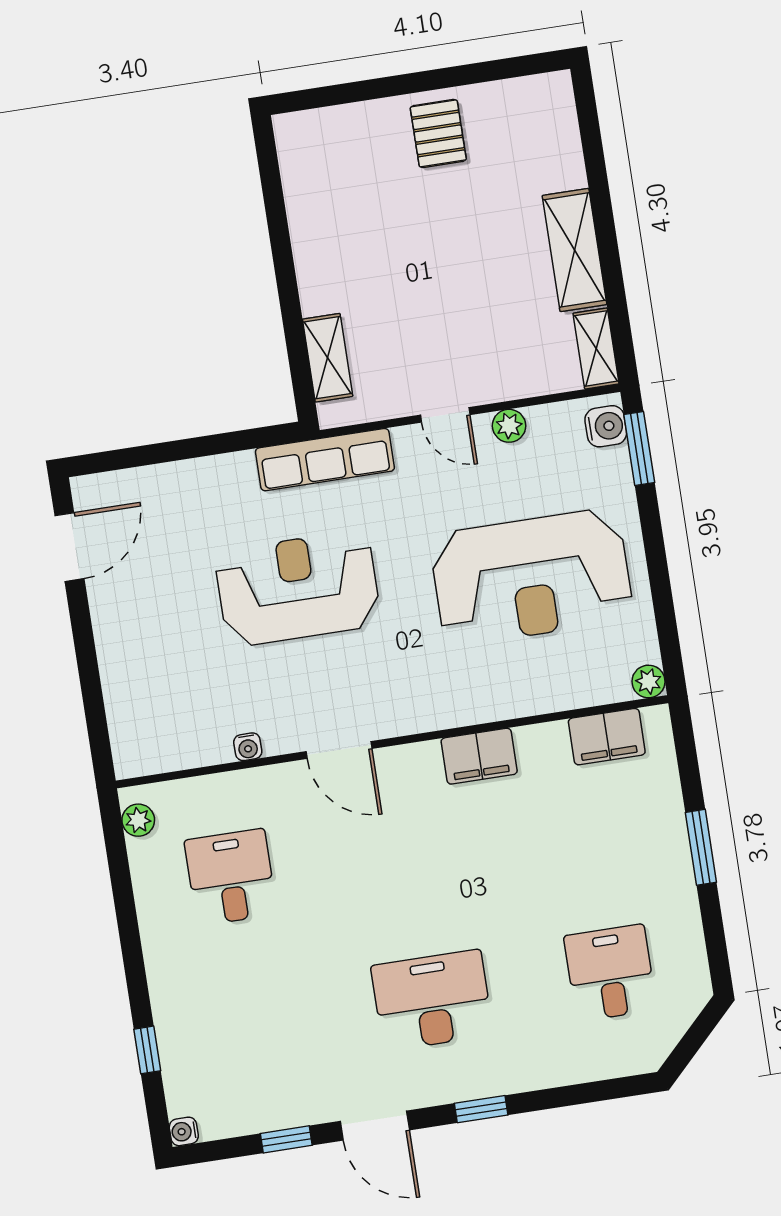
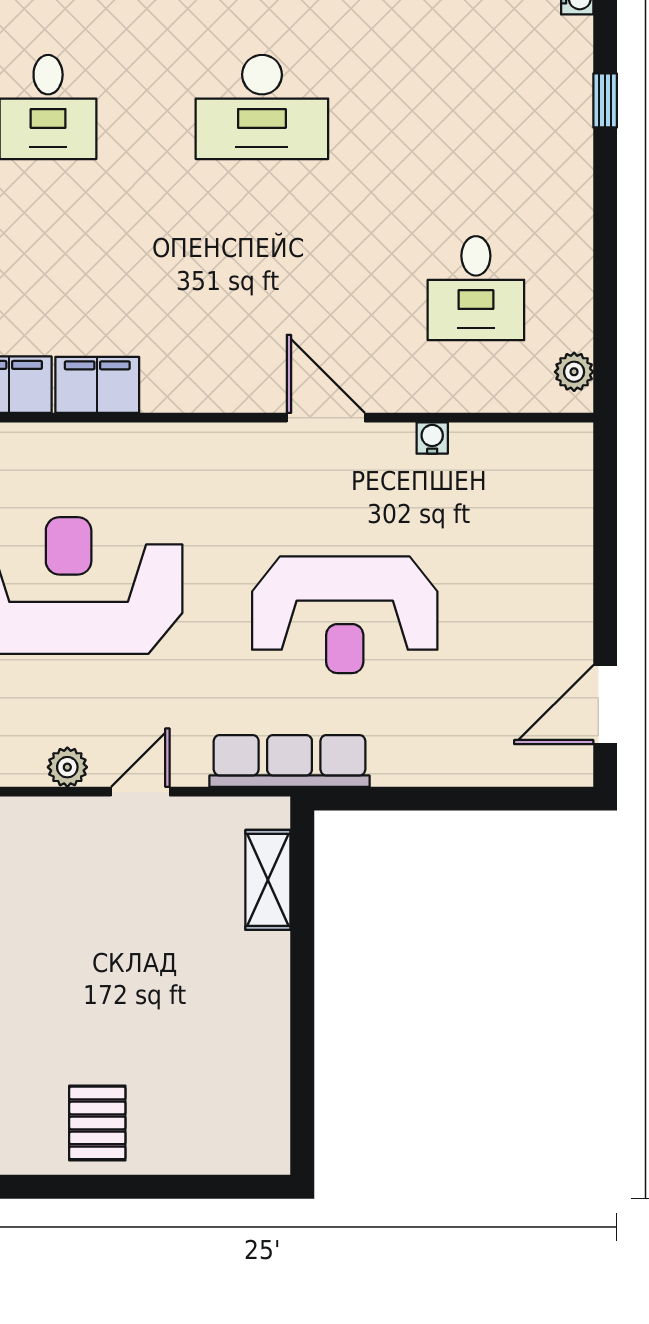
door: (445, 415) -> (140, 792), hinge flipped
filing cabinet: (479, 756) -> (97, 385), moved

